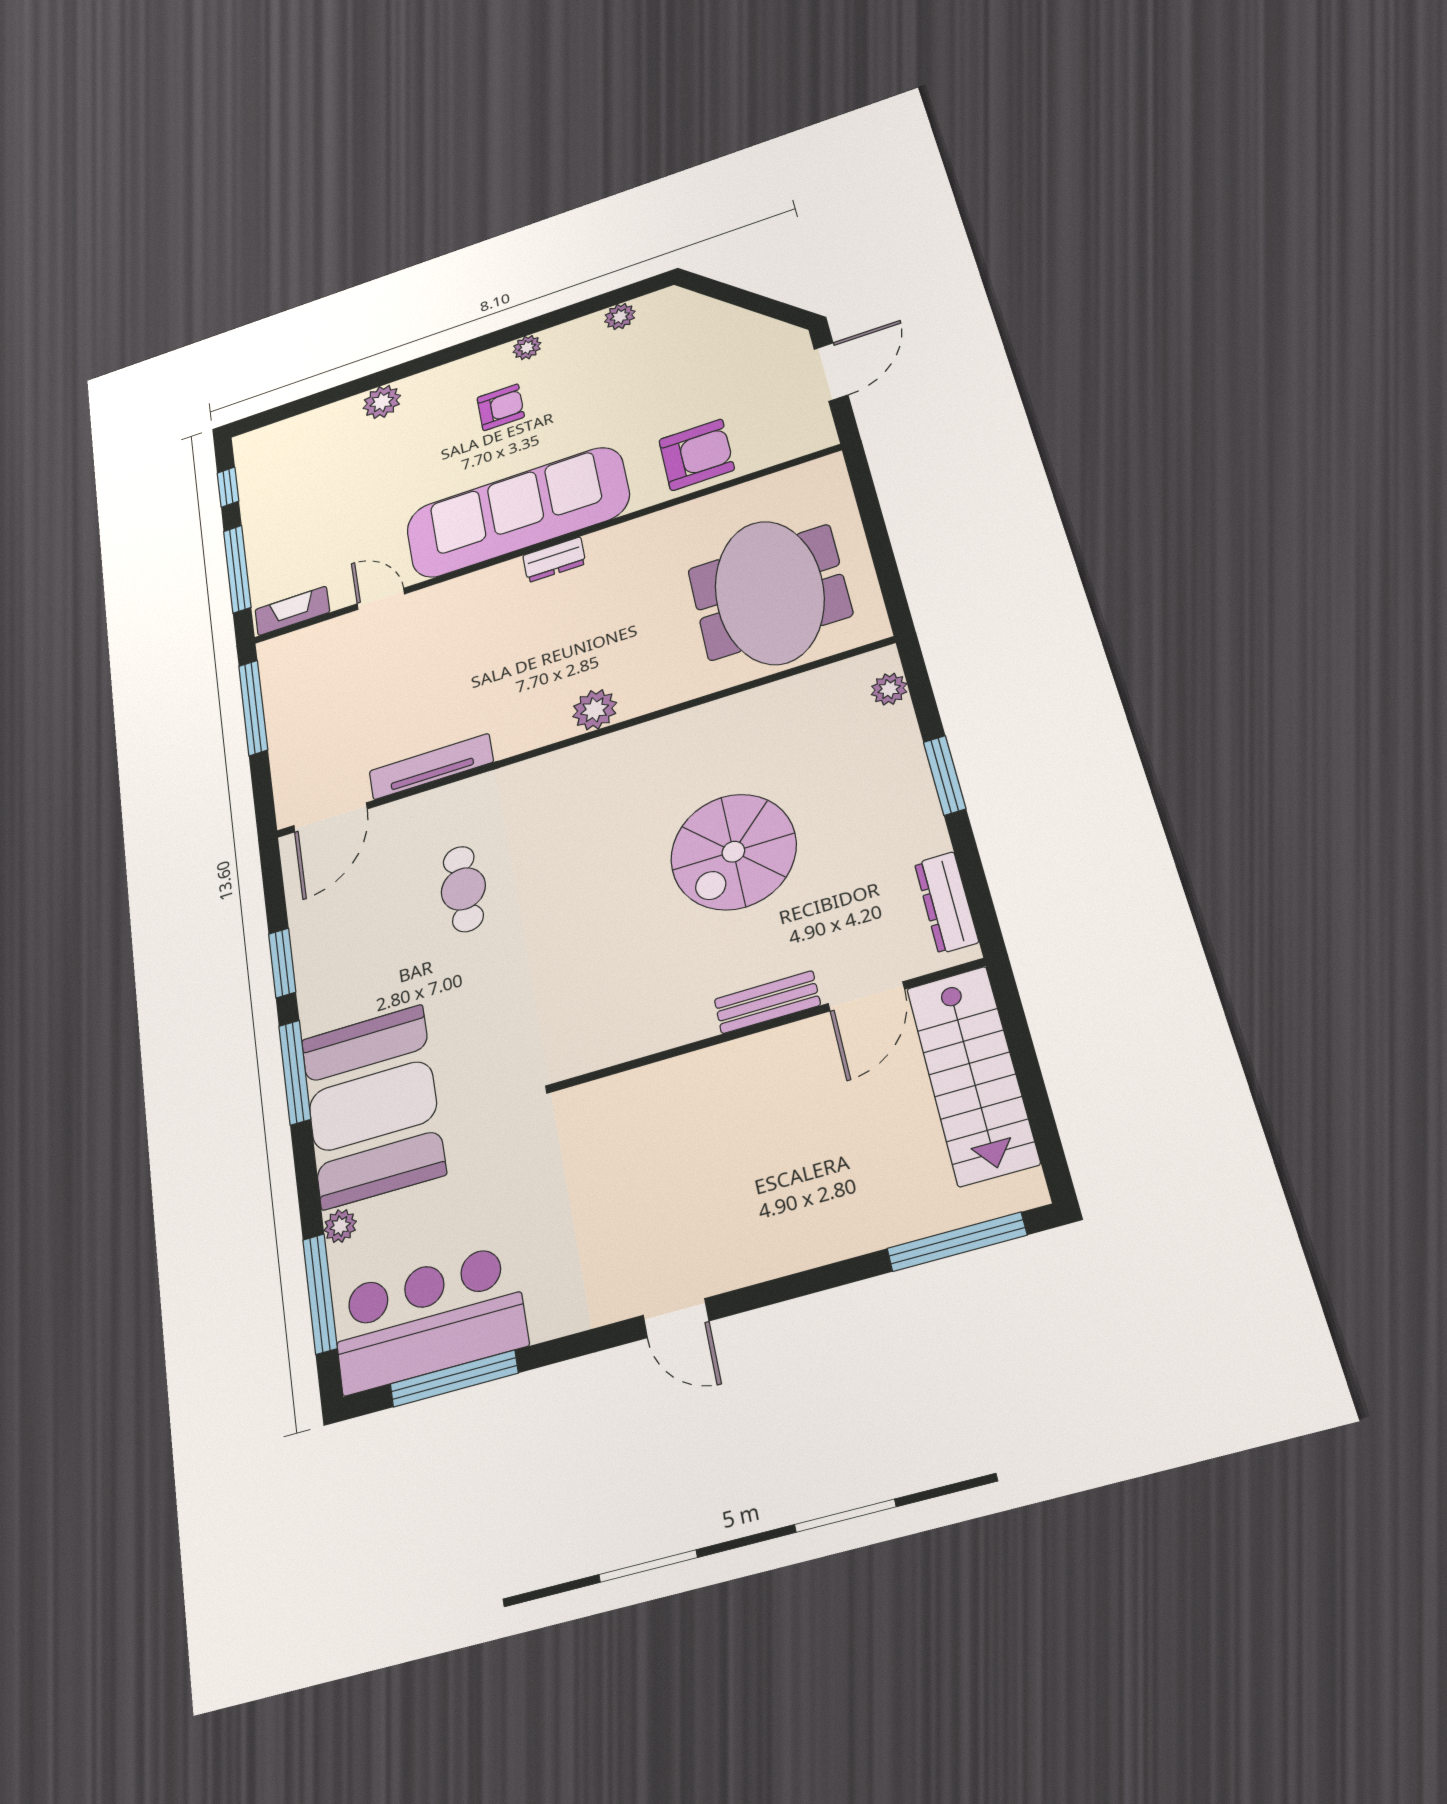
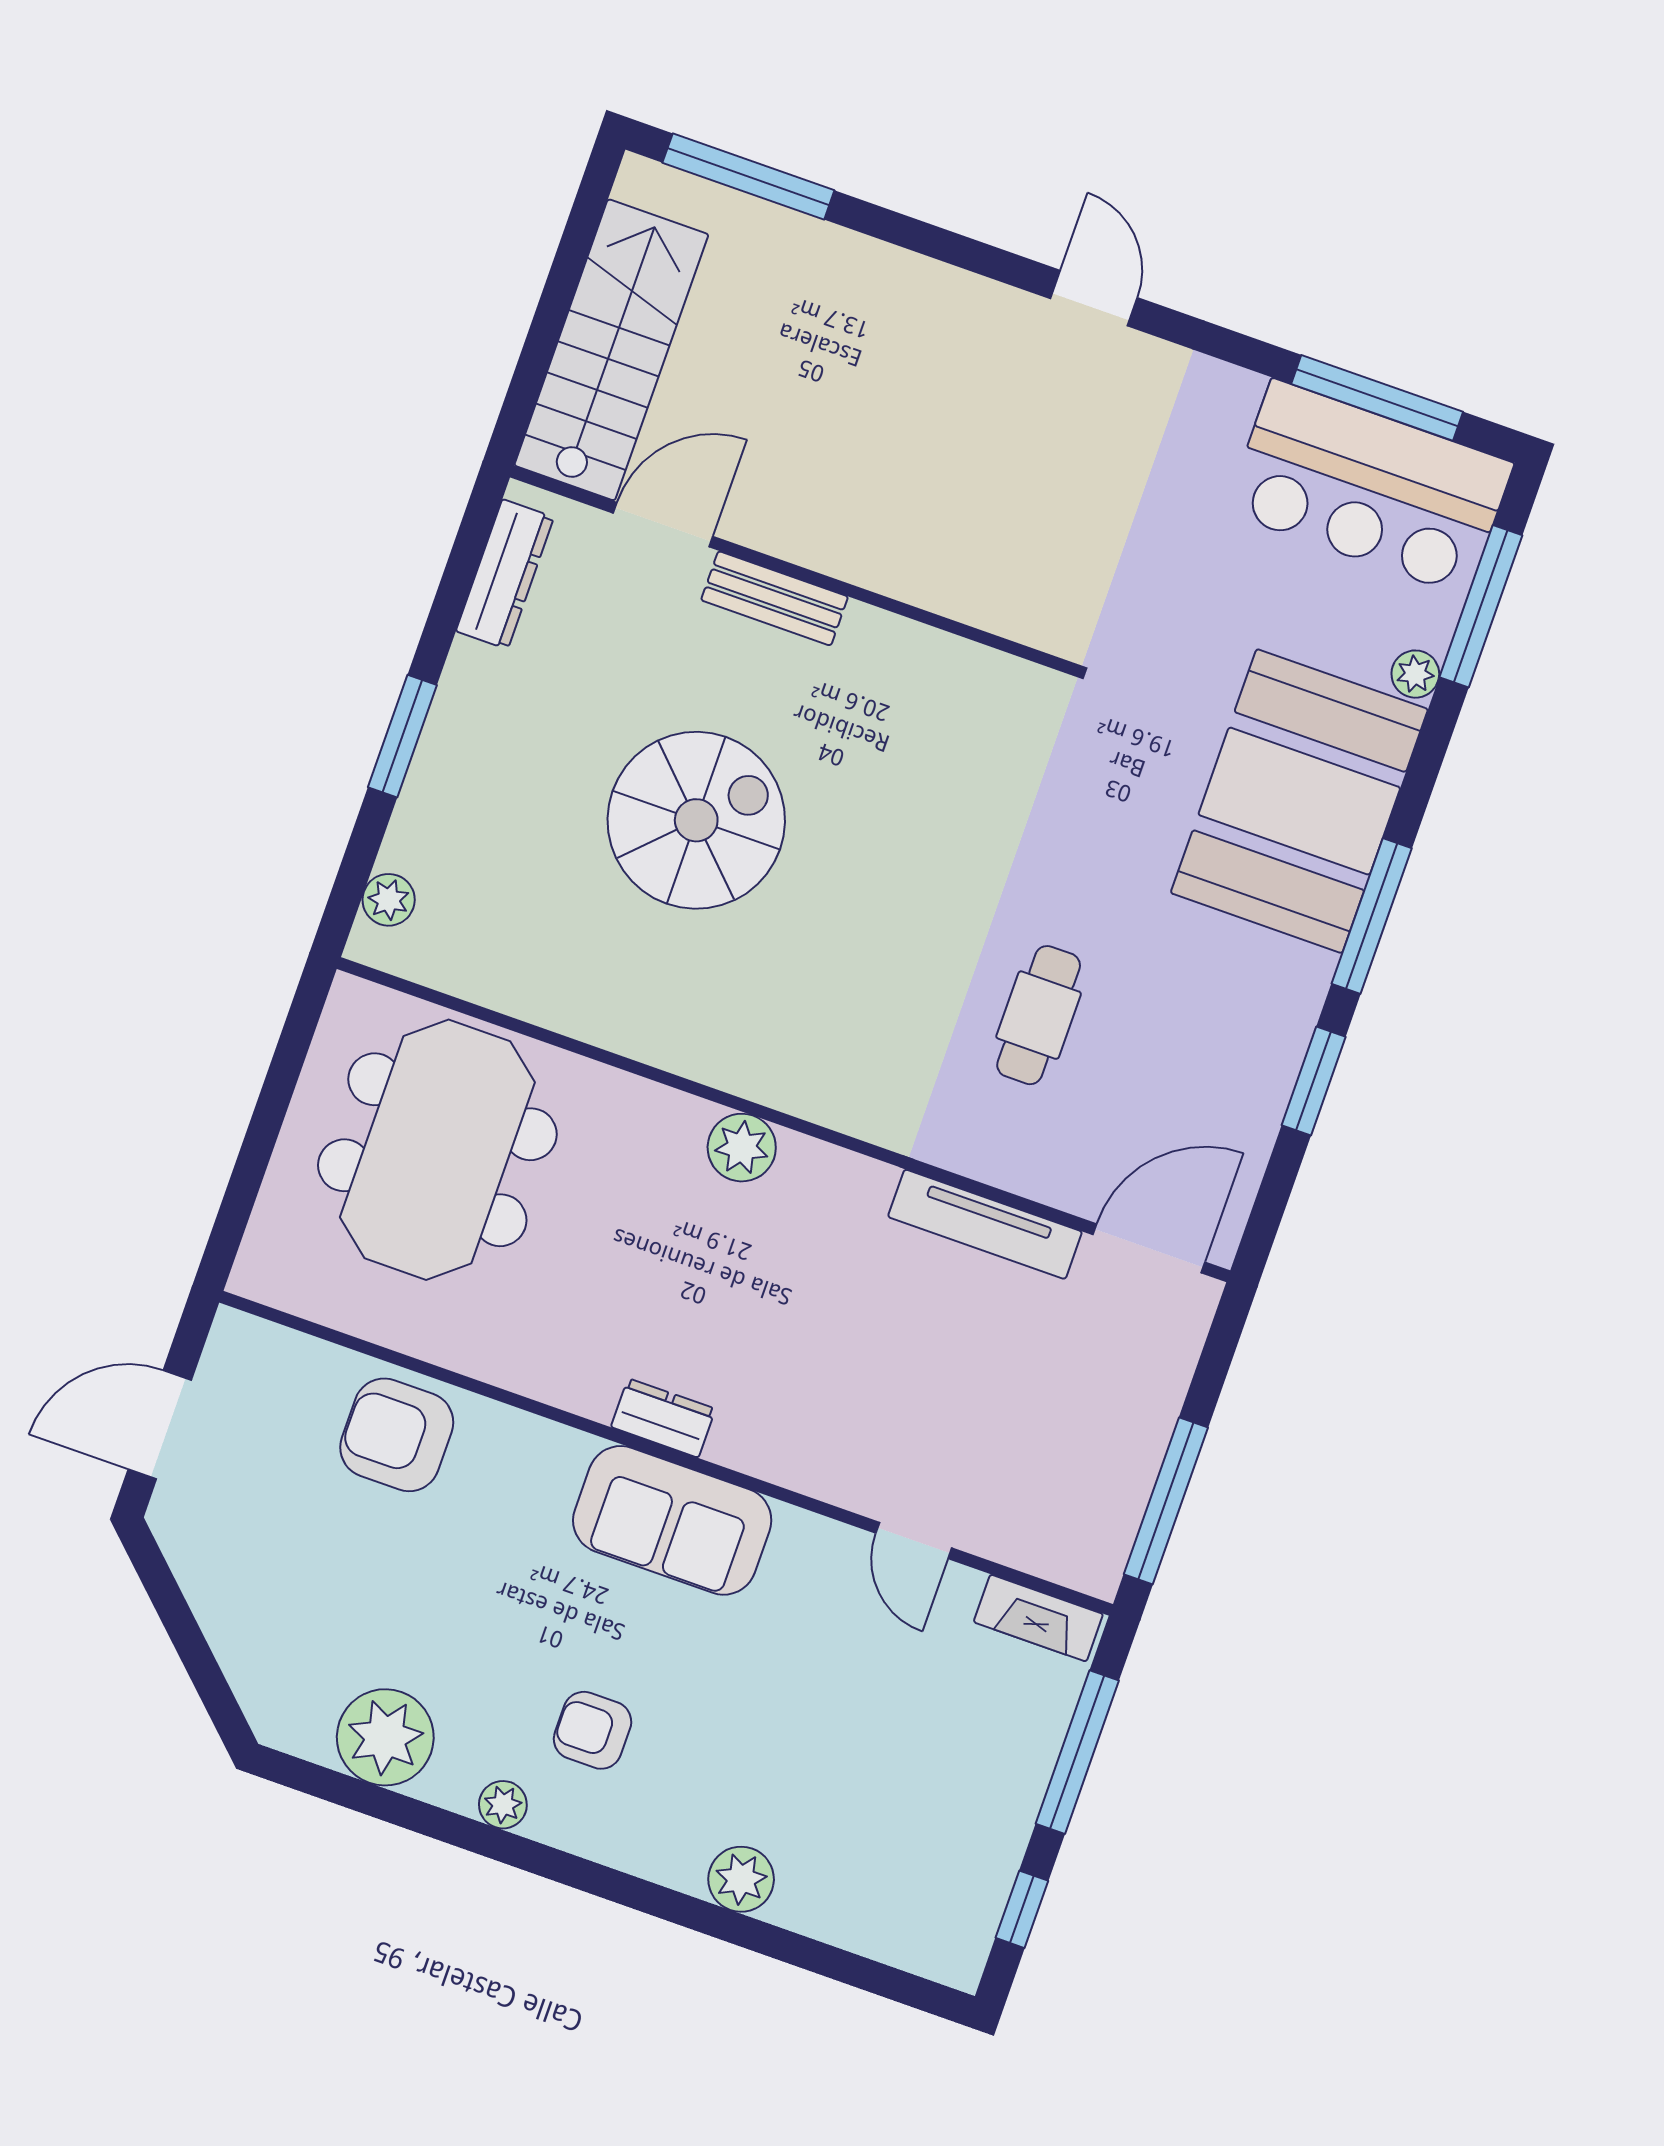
plant: (620, 317) -> (385, 1737), width x1.87, depth x1.87
sofa: (517, 512) -> (672, 1520), width x0.54, depth x0.79

